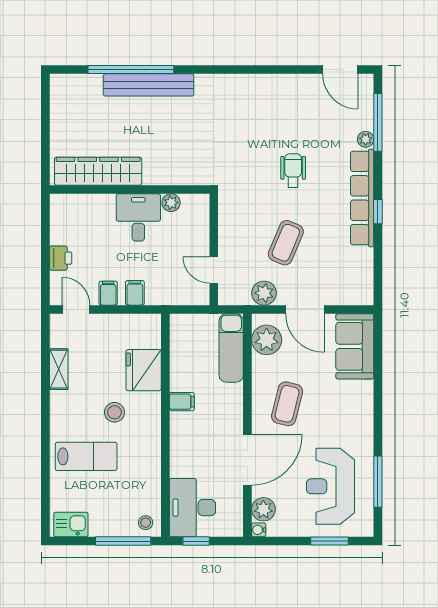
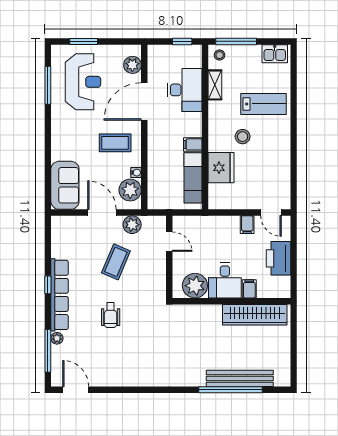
bench: (149, 85) -> (240, 378), moved
plant: (171, 203) -> (195, 286), width x1.88, depth x1.88
printer: (61, 258) -> (278, 258), width x1.87, depth x1.48
filing cabinet: (135, 293) -> (249, 289), moved, turned 180
exam couch: (231, 348) -> (193, 178), moved, turned 180
shelving: (59, 369) -> (215, 85), moved
coffee table: (287, 404) -> (115, 143), turned 76
lab bench: (86, 456) -> (263, 104), turned 180
desk: (193, 508) -> (185, 90), moved
water cooler: (259, 530) -> (136, 173), moved

